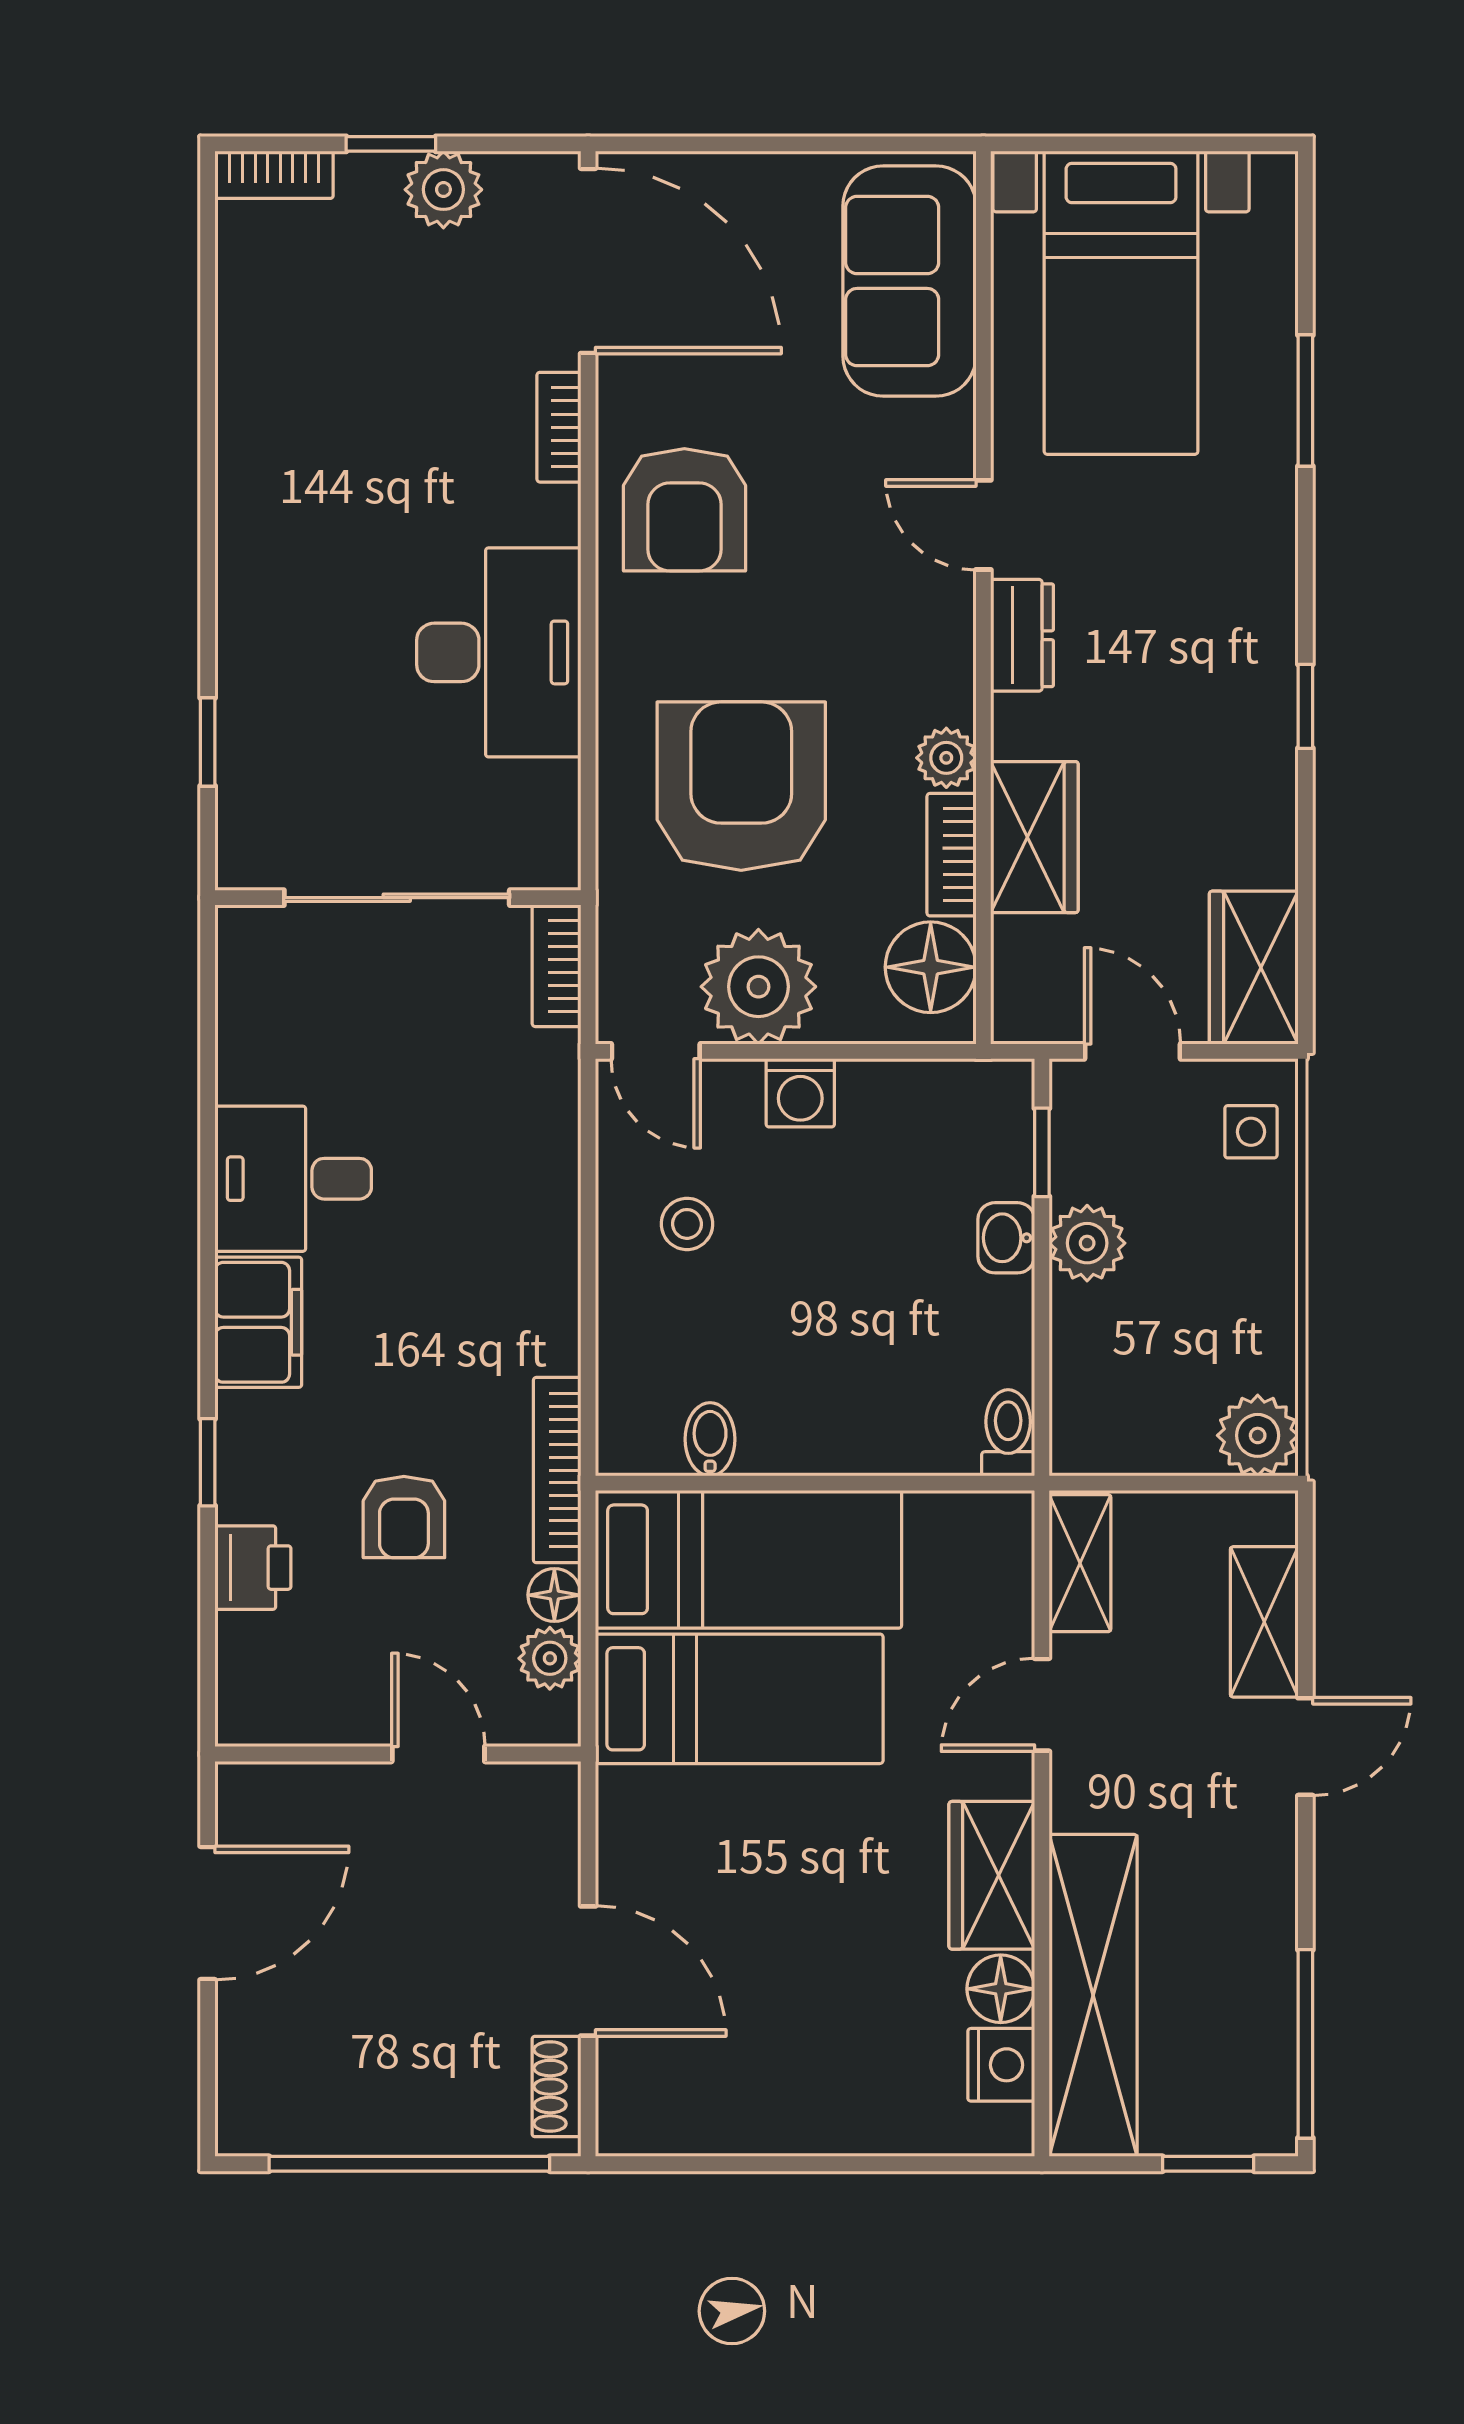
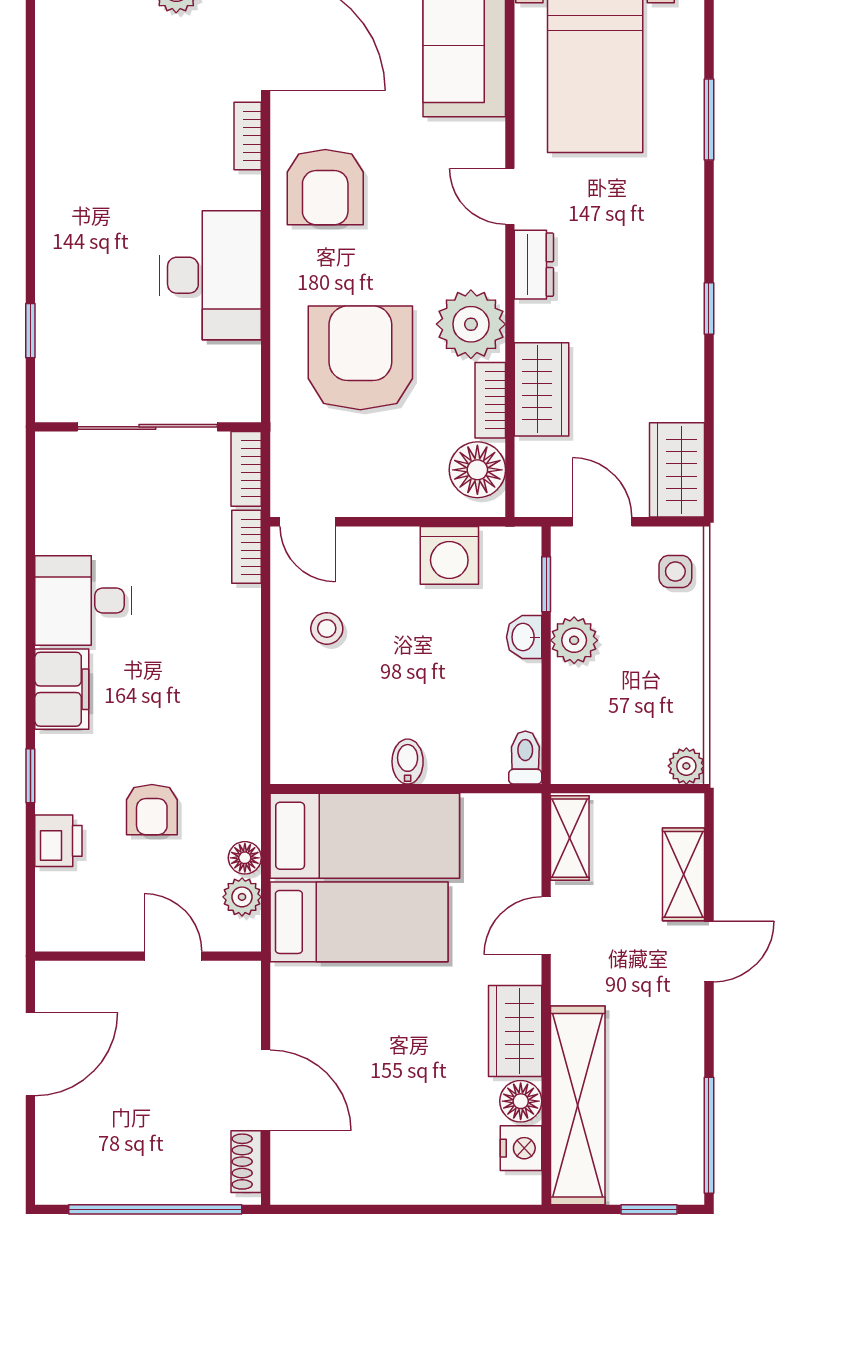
plant: (946, 758) -> (471, 324), width x1.88, depth x1.88
plant: (758, 987) -> (371, 482), removed
washing machine: (800, 1093) -> (449, 555), moved, width x1.38, depth x1.38
plant: (1258, 1435) -> (686, 766), width x0.73, depth x0.73
bidet: (710, 1439) -> (408, 762), moved
bookcase: (557, 1470) -> (246, 547), moved, width x0.64

